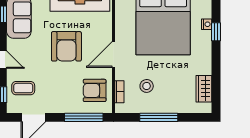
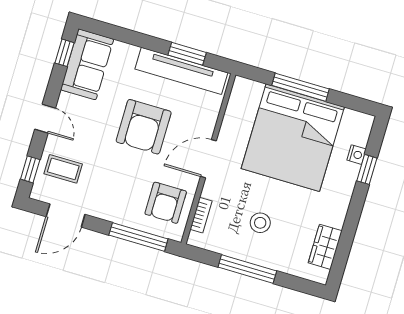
stool: (147, 86) -> (260, 223), moved
armchair: (95, 90) -> (166, 203), turned -90

